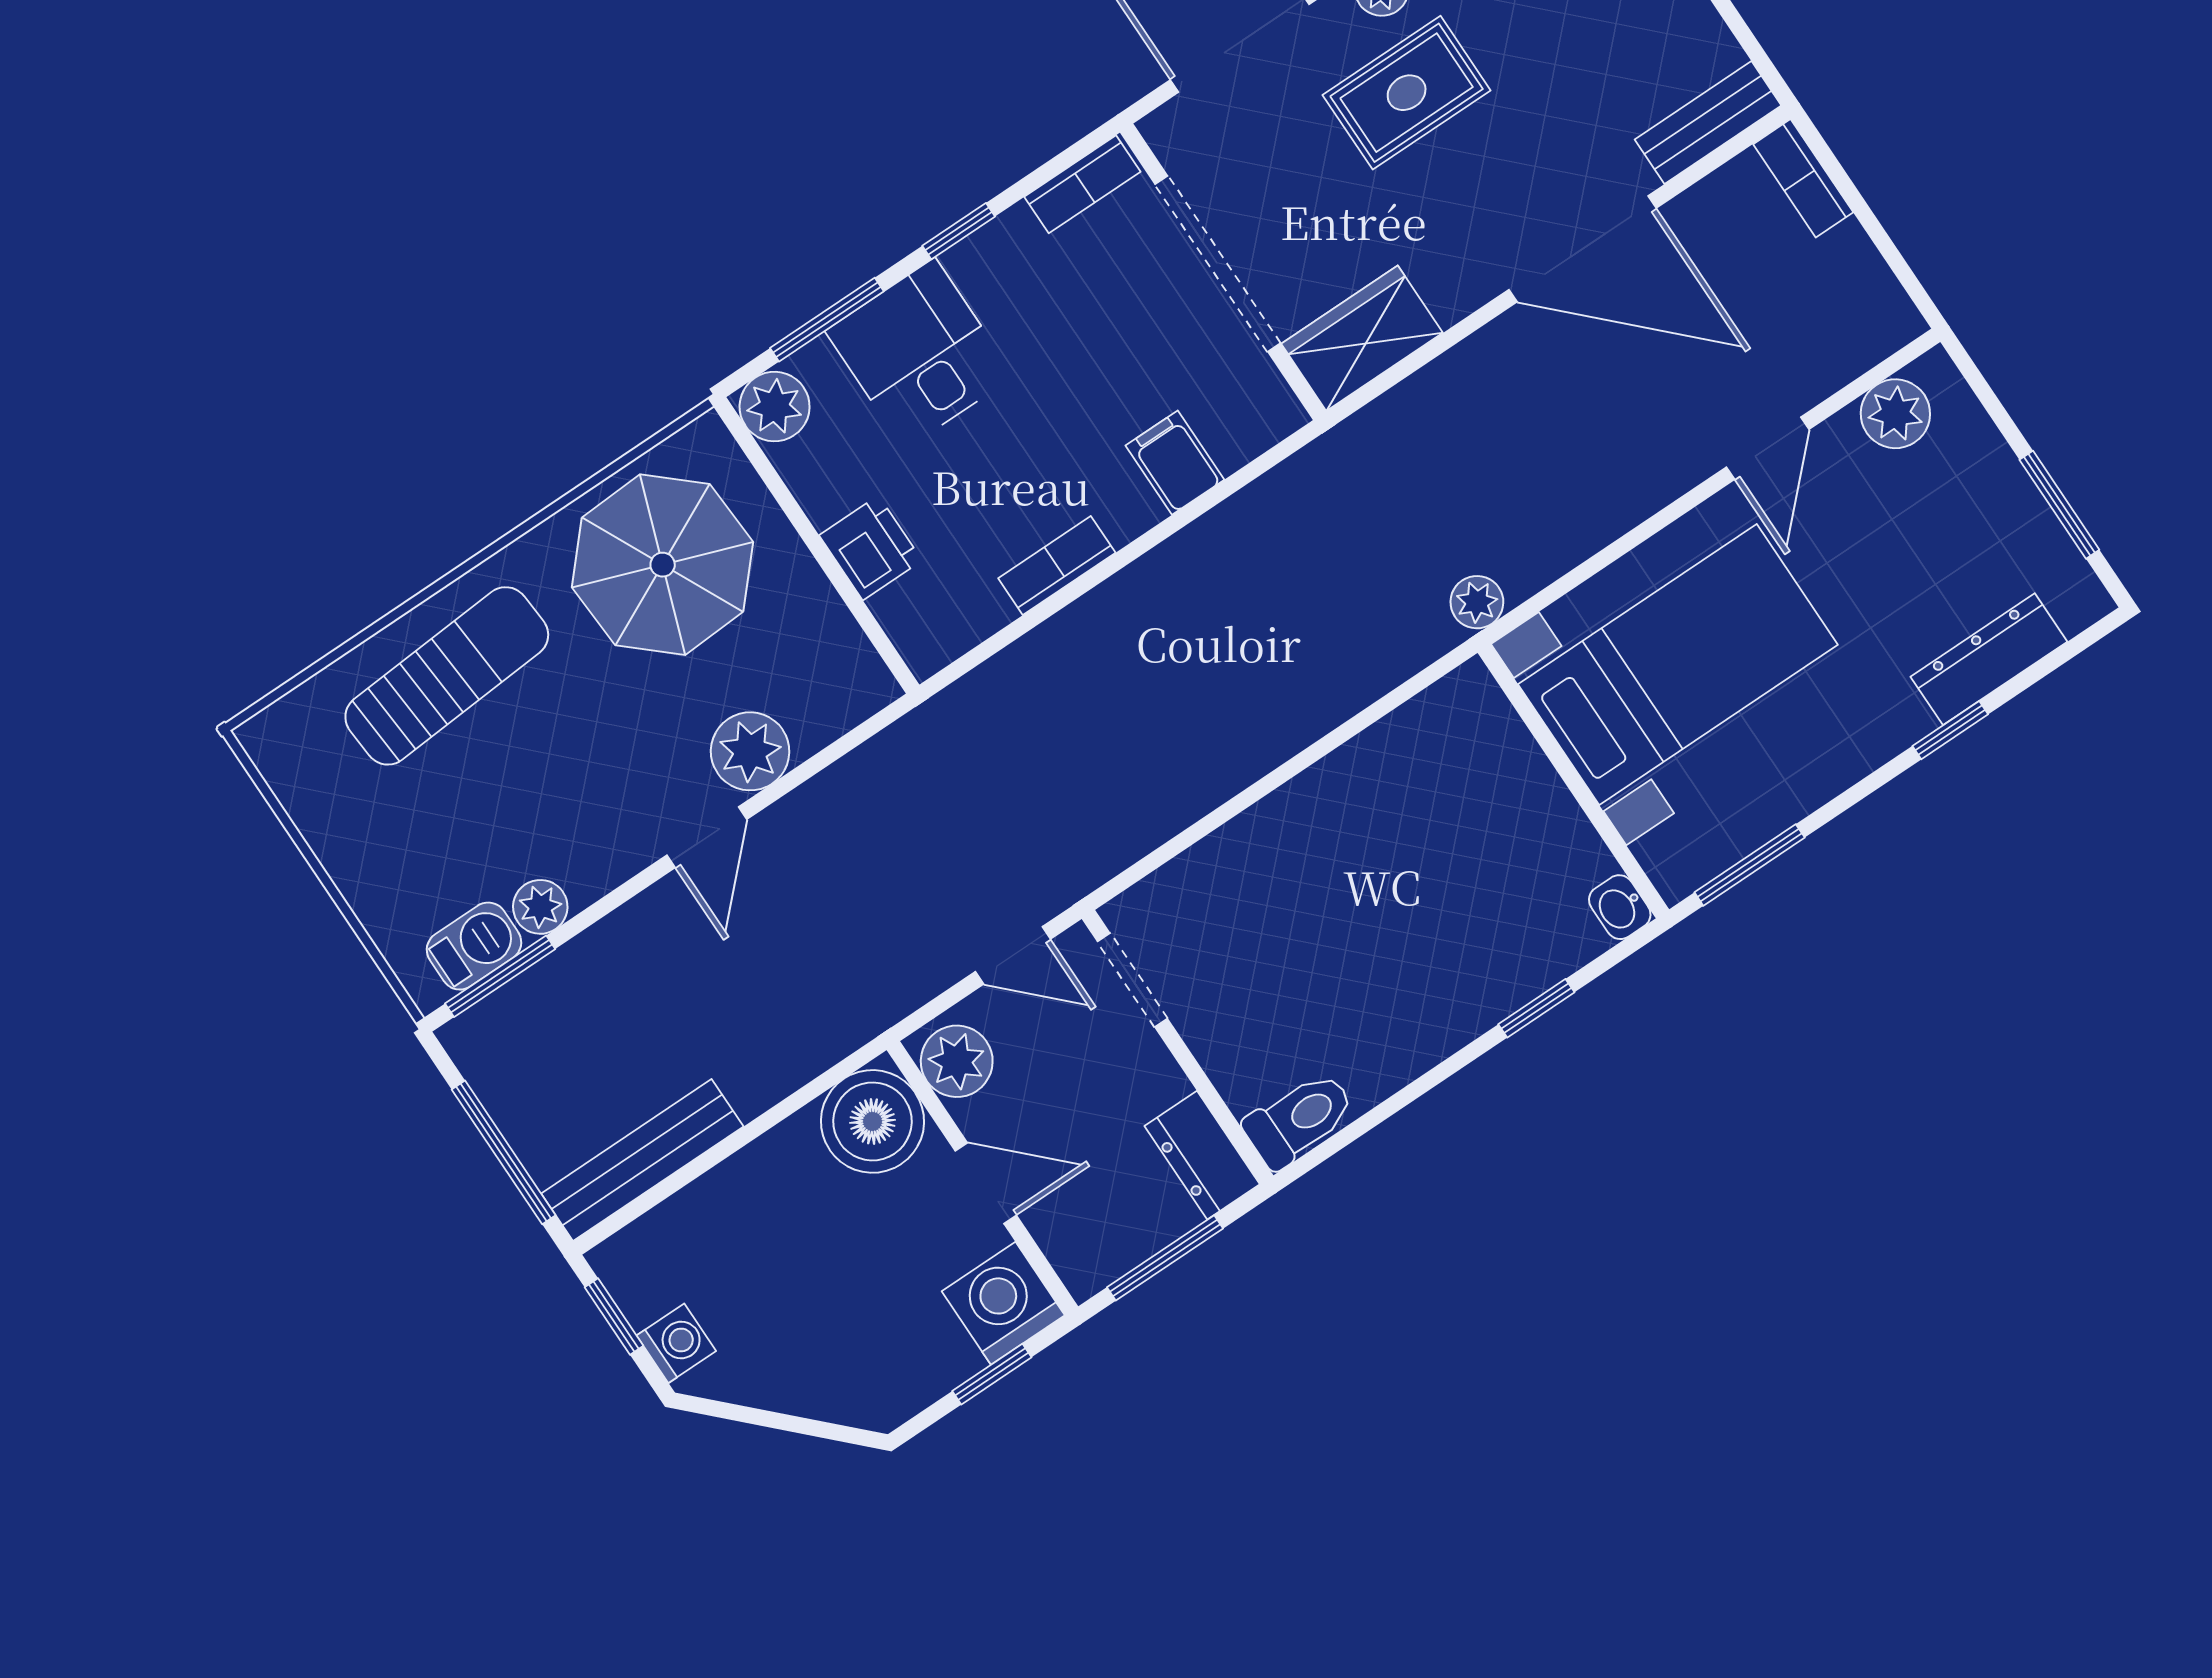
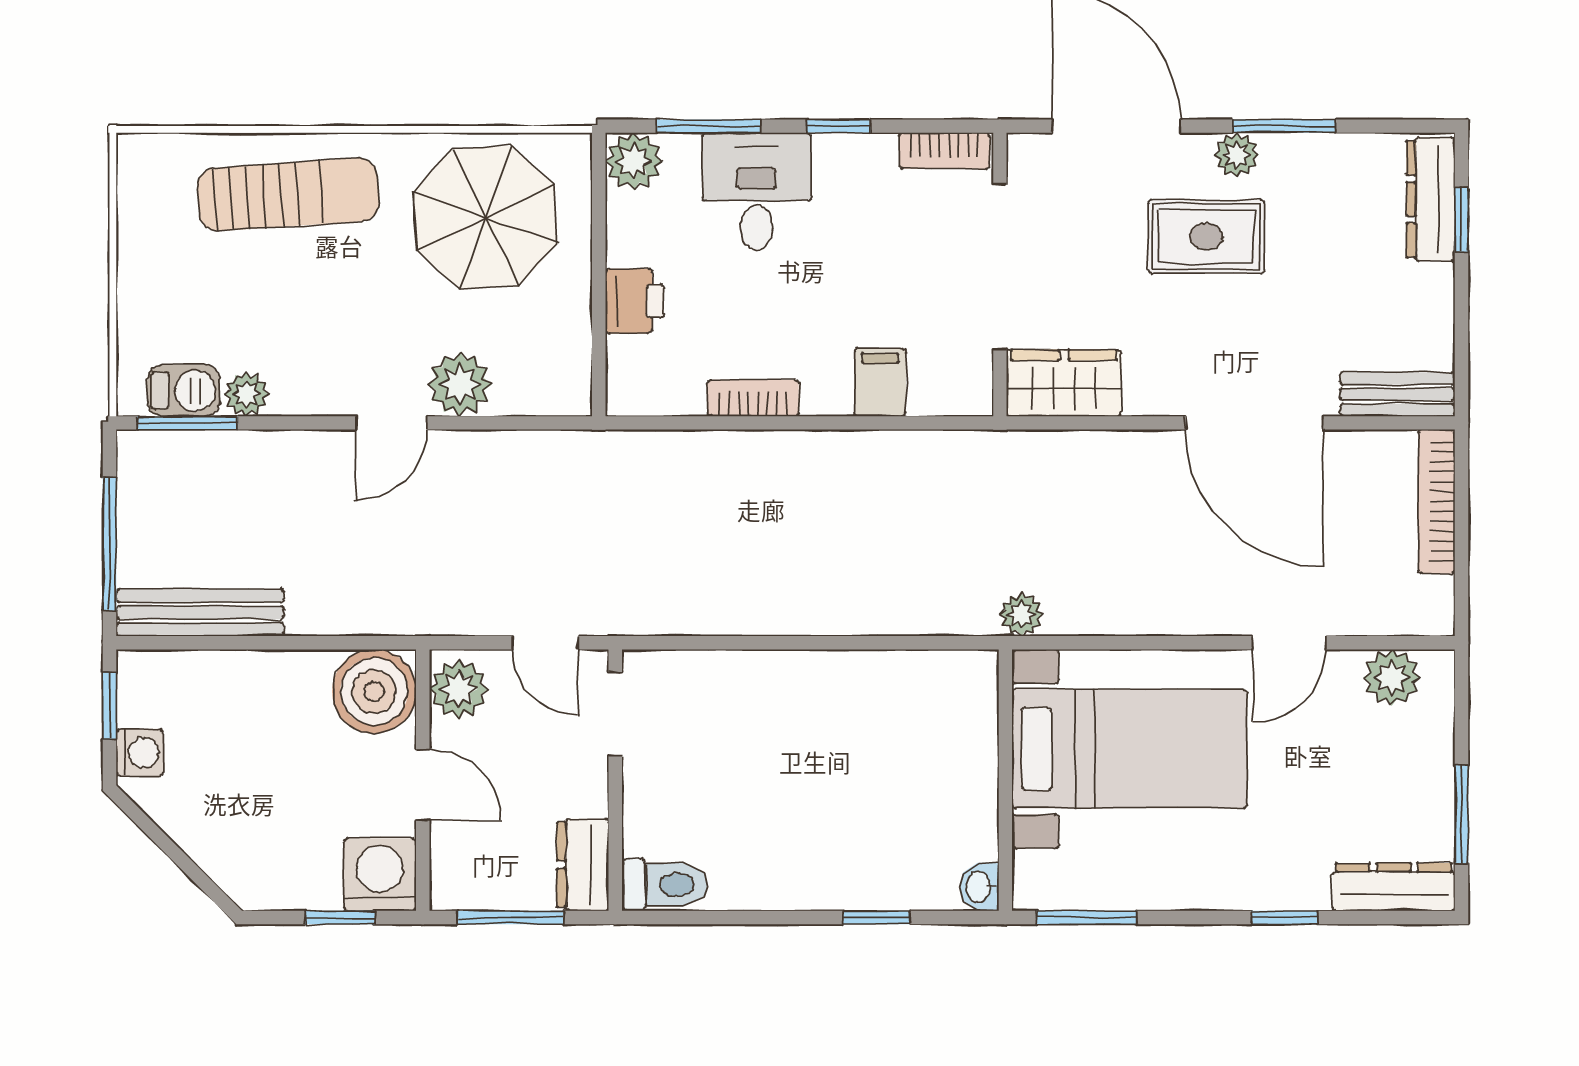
bookcase: (1803, 178) -> (1436, 502), width x1.56
dresser: (1989, 659) -> (1394, 887), moved

